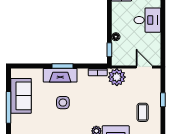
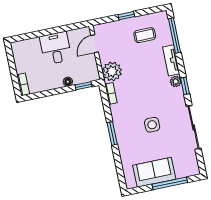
desk: (147, 20) -> (56, 48), moved
fireplace: (60, 75) -> (123, 134), removed

